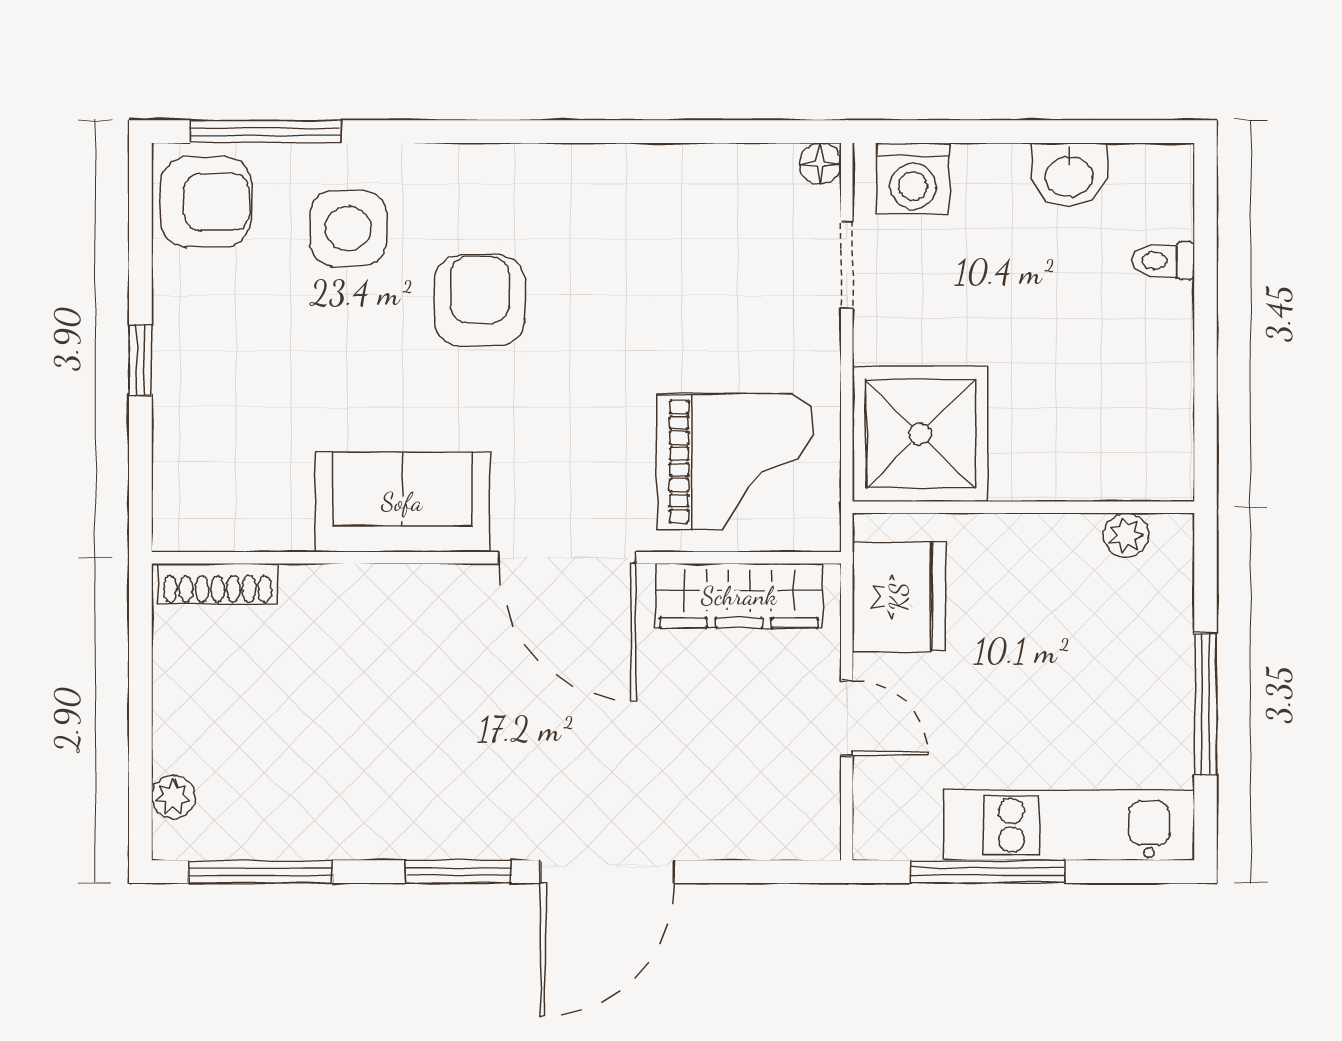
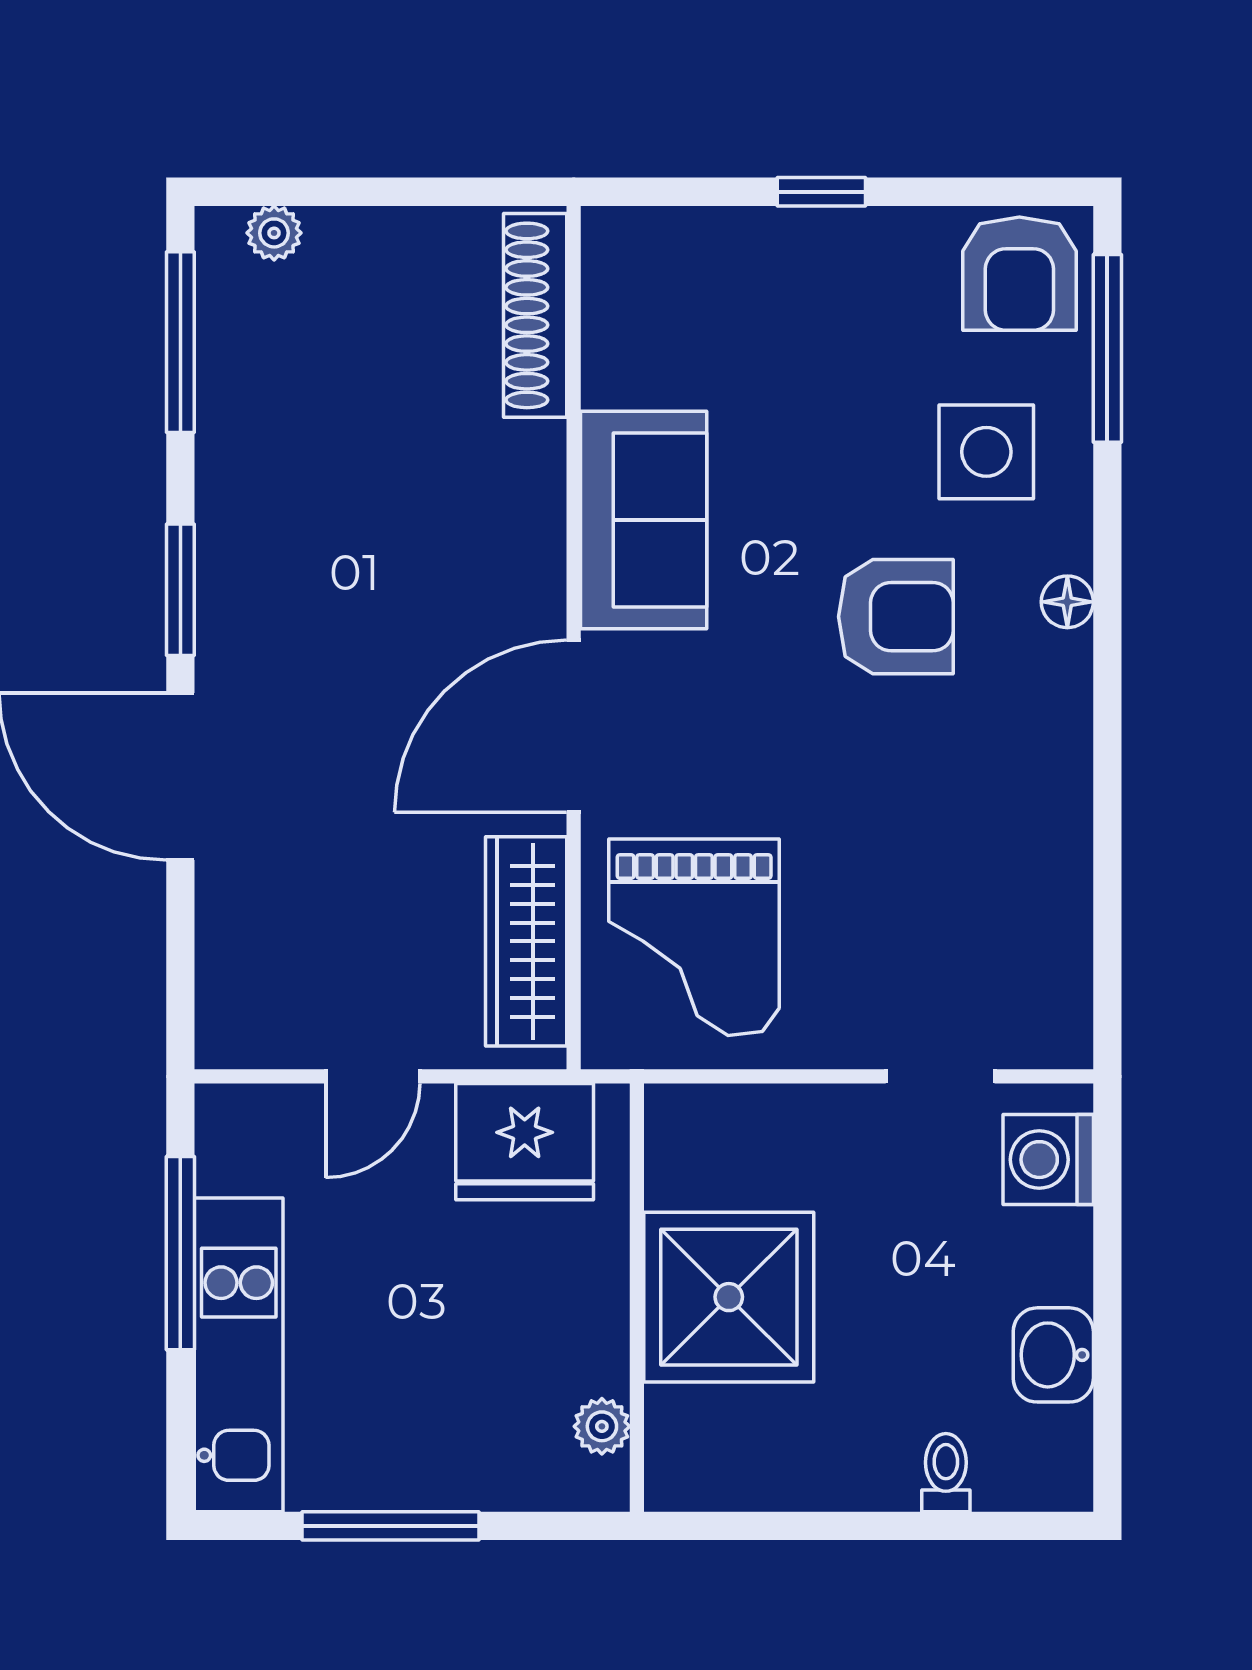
floor lamp: (820, 164) -> (1067, 602), moved
shower: (920, 434) -> (729, 1297), moved
shoe rack: (218, 584) -> (535, 315), width x1.36, depth x1.24

